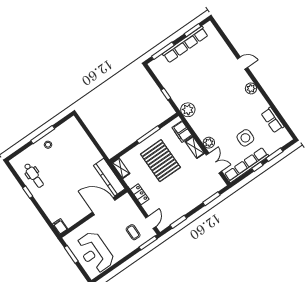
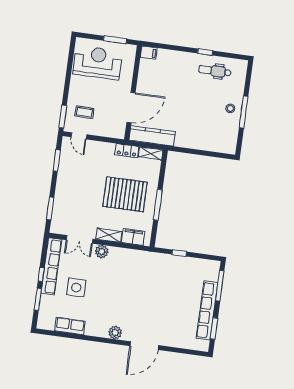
door: (243, 63) -> (144, 346), width x1.88
plant: (188, 110) -> (148, 260), removed
locker: (140, 194) -> (127, 151), moved

